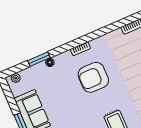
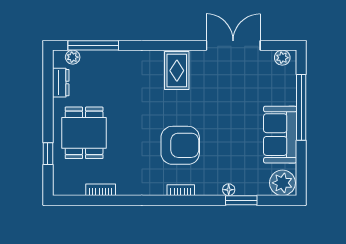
plant: (16, 78) -> (282, 183), width x1.88, depth x1.88

